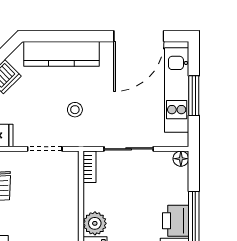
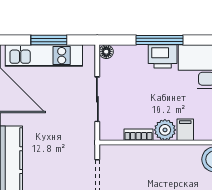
stool: (75, 110) -> (62, 148), removed
bookcase: (89, 167) -> (138, 135), moved

